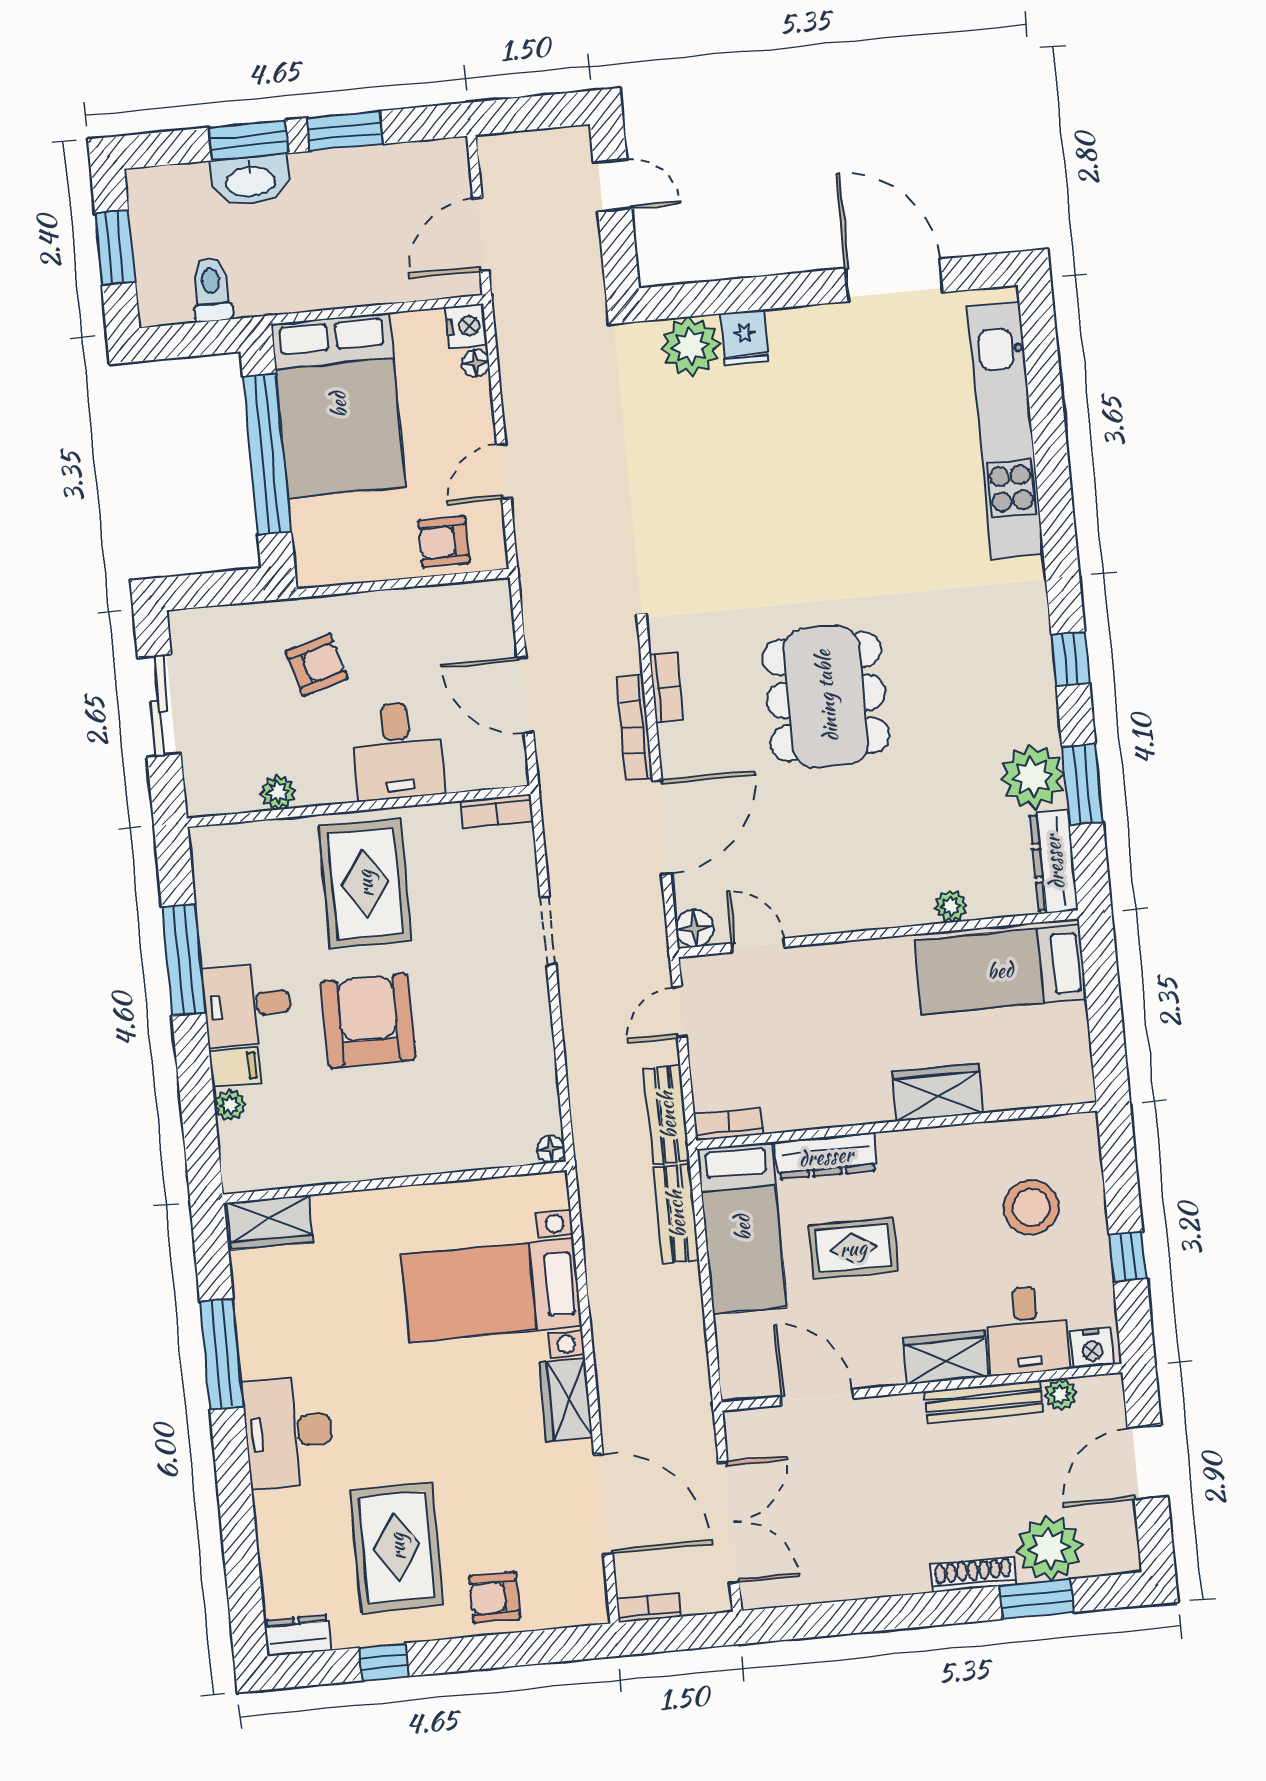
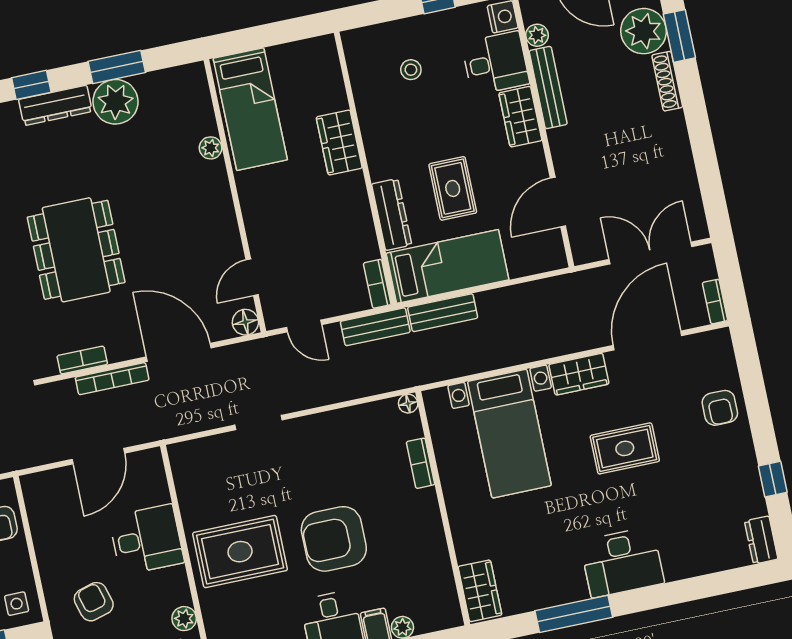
side table: (326, 554) -> (17, 604), added
dining table: (826, 696) -> (76, 250), turned 90
bookcase: (497, 811) -> (421, 463), moved, turned 180
dresser: (1054, 862) -> (55, 105), moved
stool: (1031, 1207) -> (411, 70), width x0.53, depth x0.53
rug: (397, 1547) -> (625, 448), moved, width x0.73, depth x0.70

